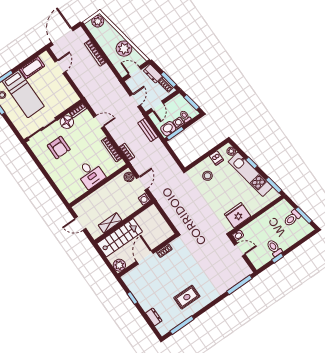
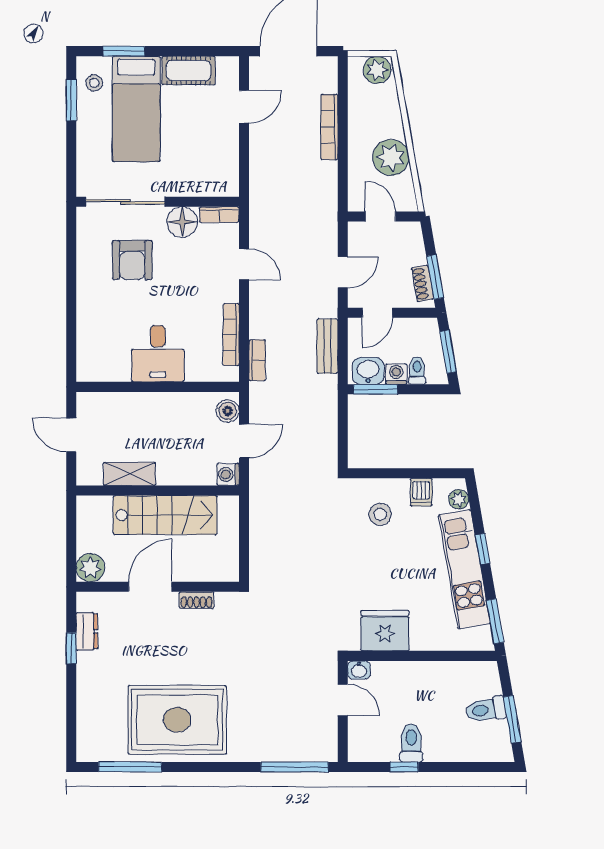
dresser: (153, 74) -> (413, 245), removed
stairs: (120, 238) -> (165, 515), moved
rug: (187, 297) -> (177, 720), width x1.86, depth x2.06
dresser: (154, 317) -> (87, 631), moved

